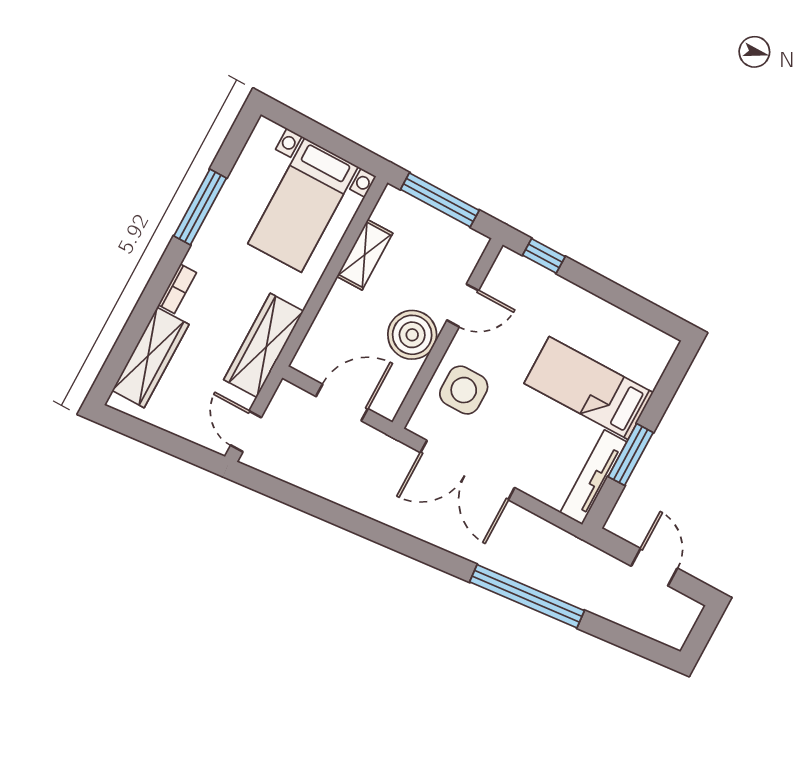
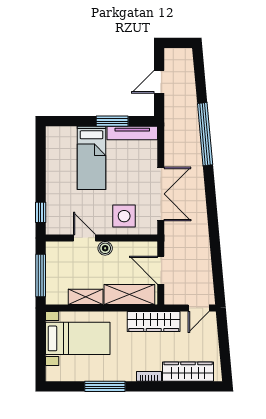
shelving: (330, 329) -> (129, 295), added
boiler: (412, 335) -> (105, 248), width x0.54, depth x0.54

